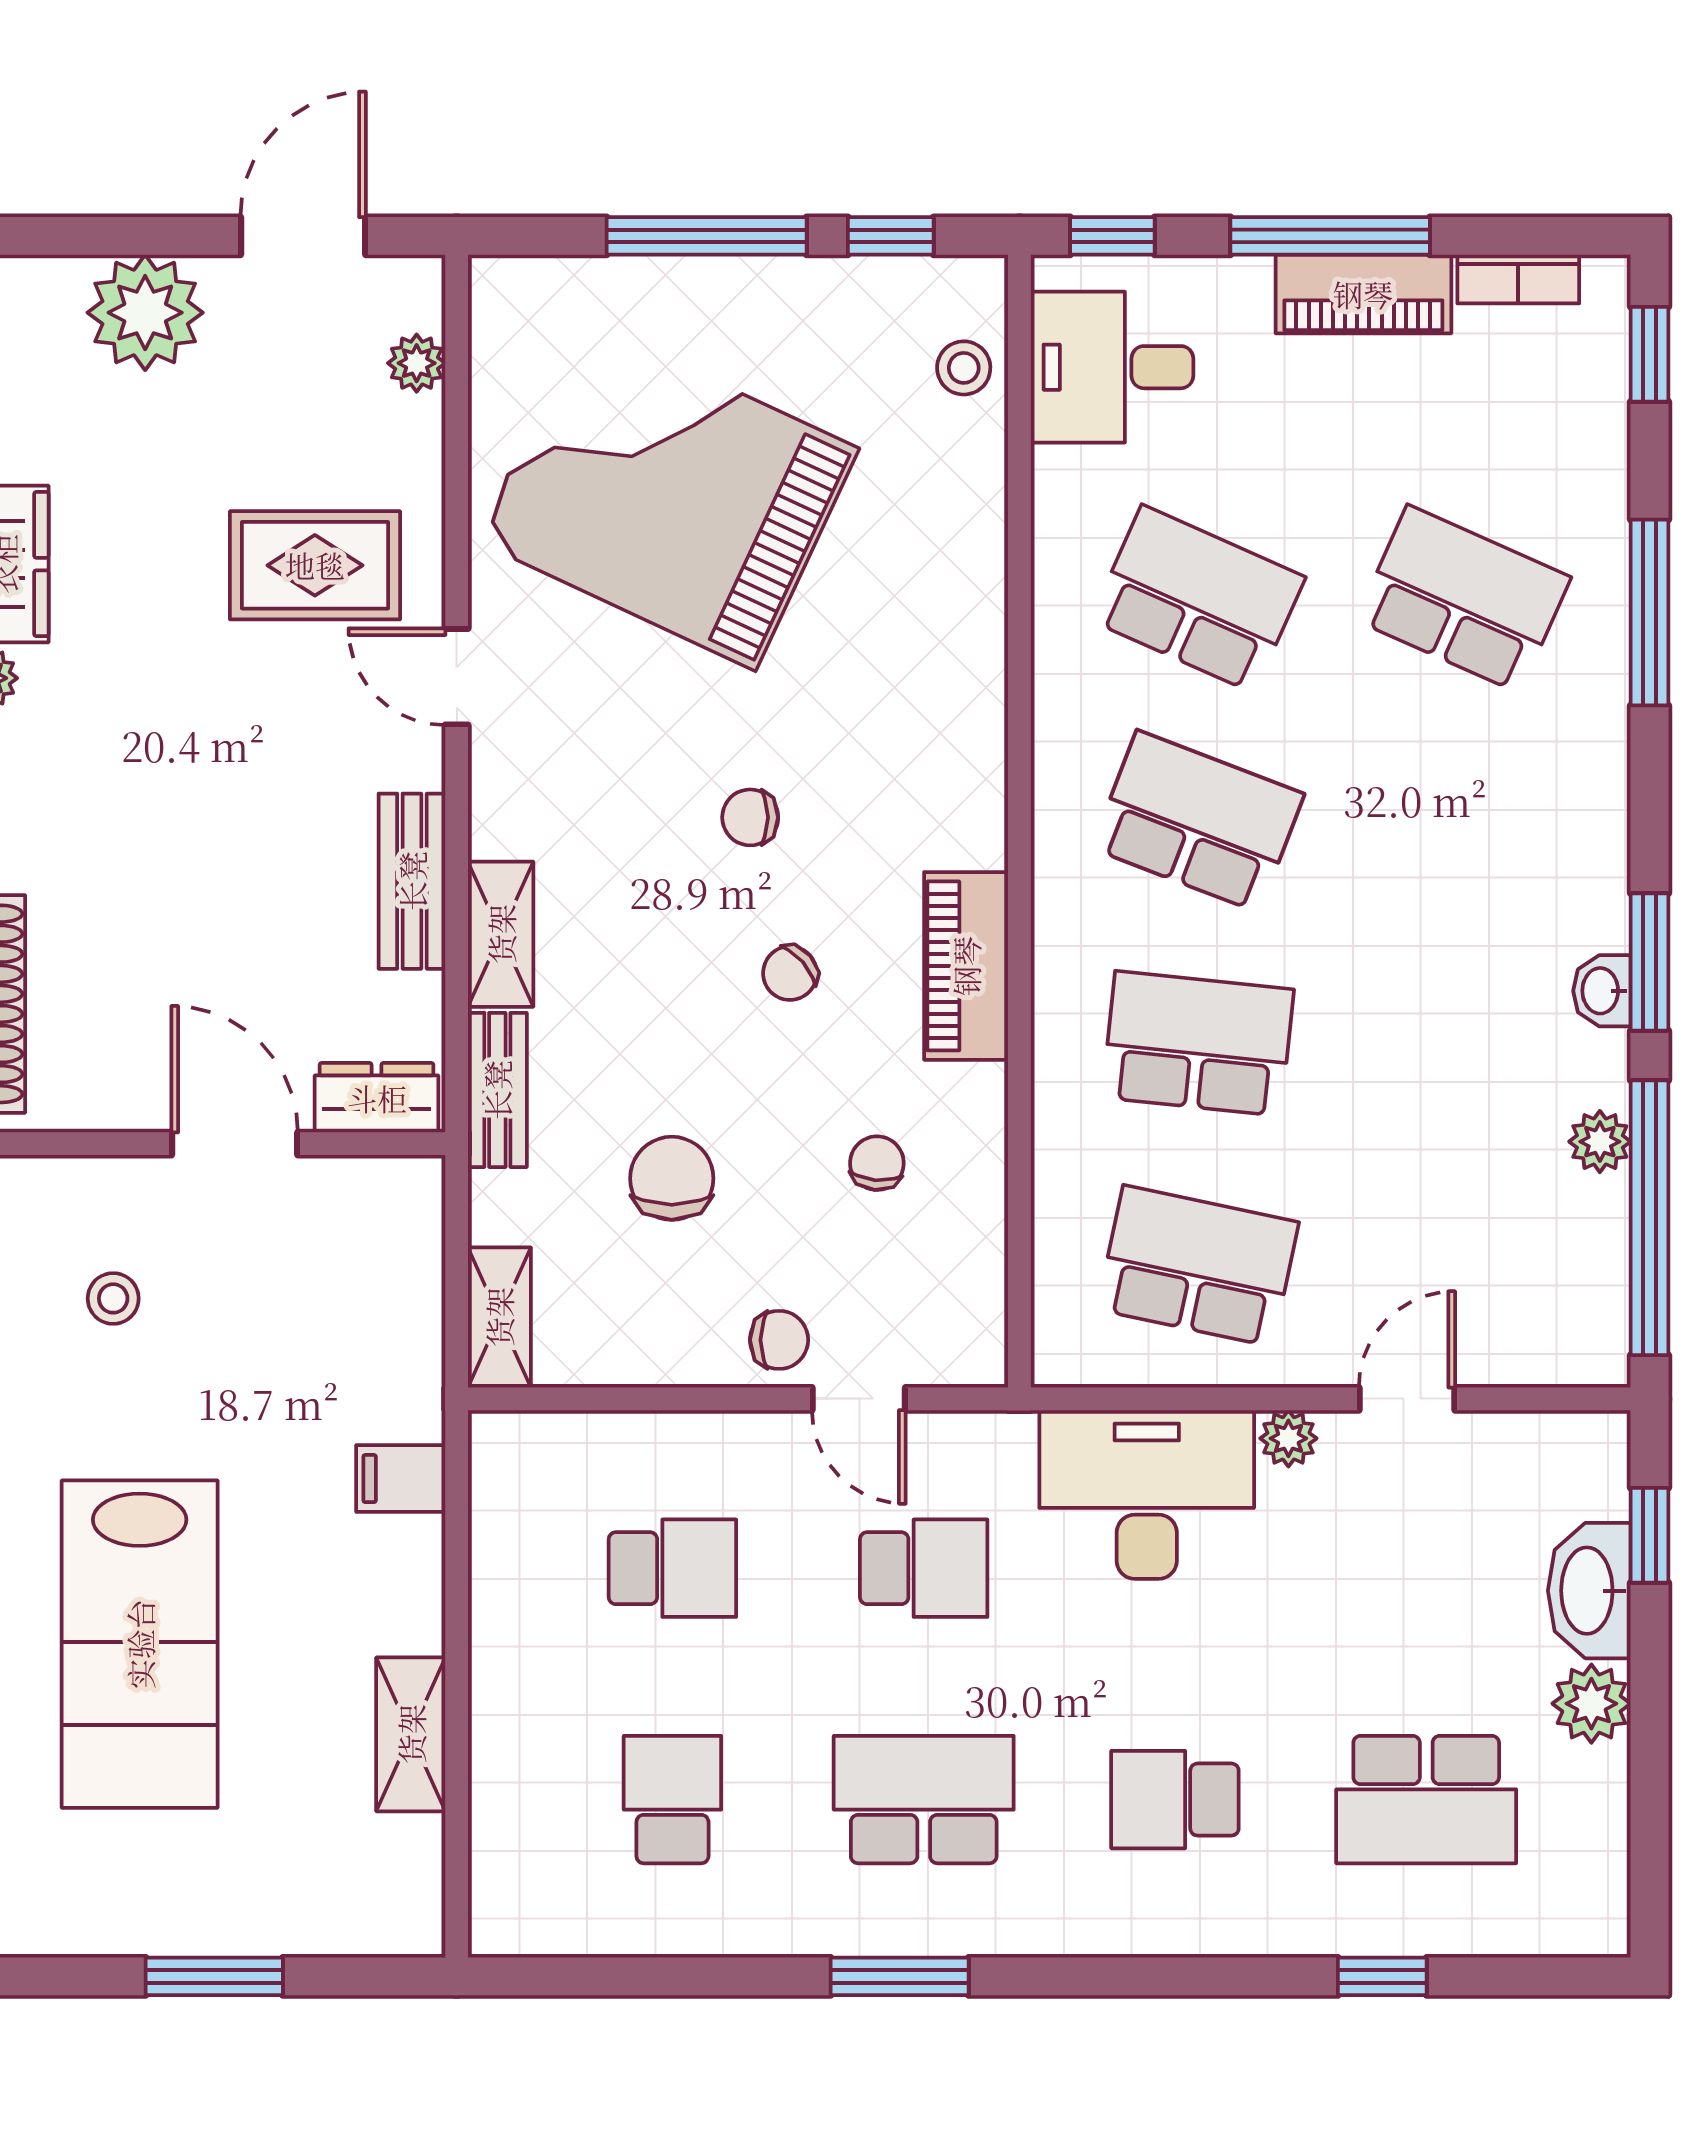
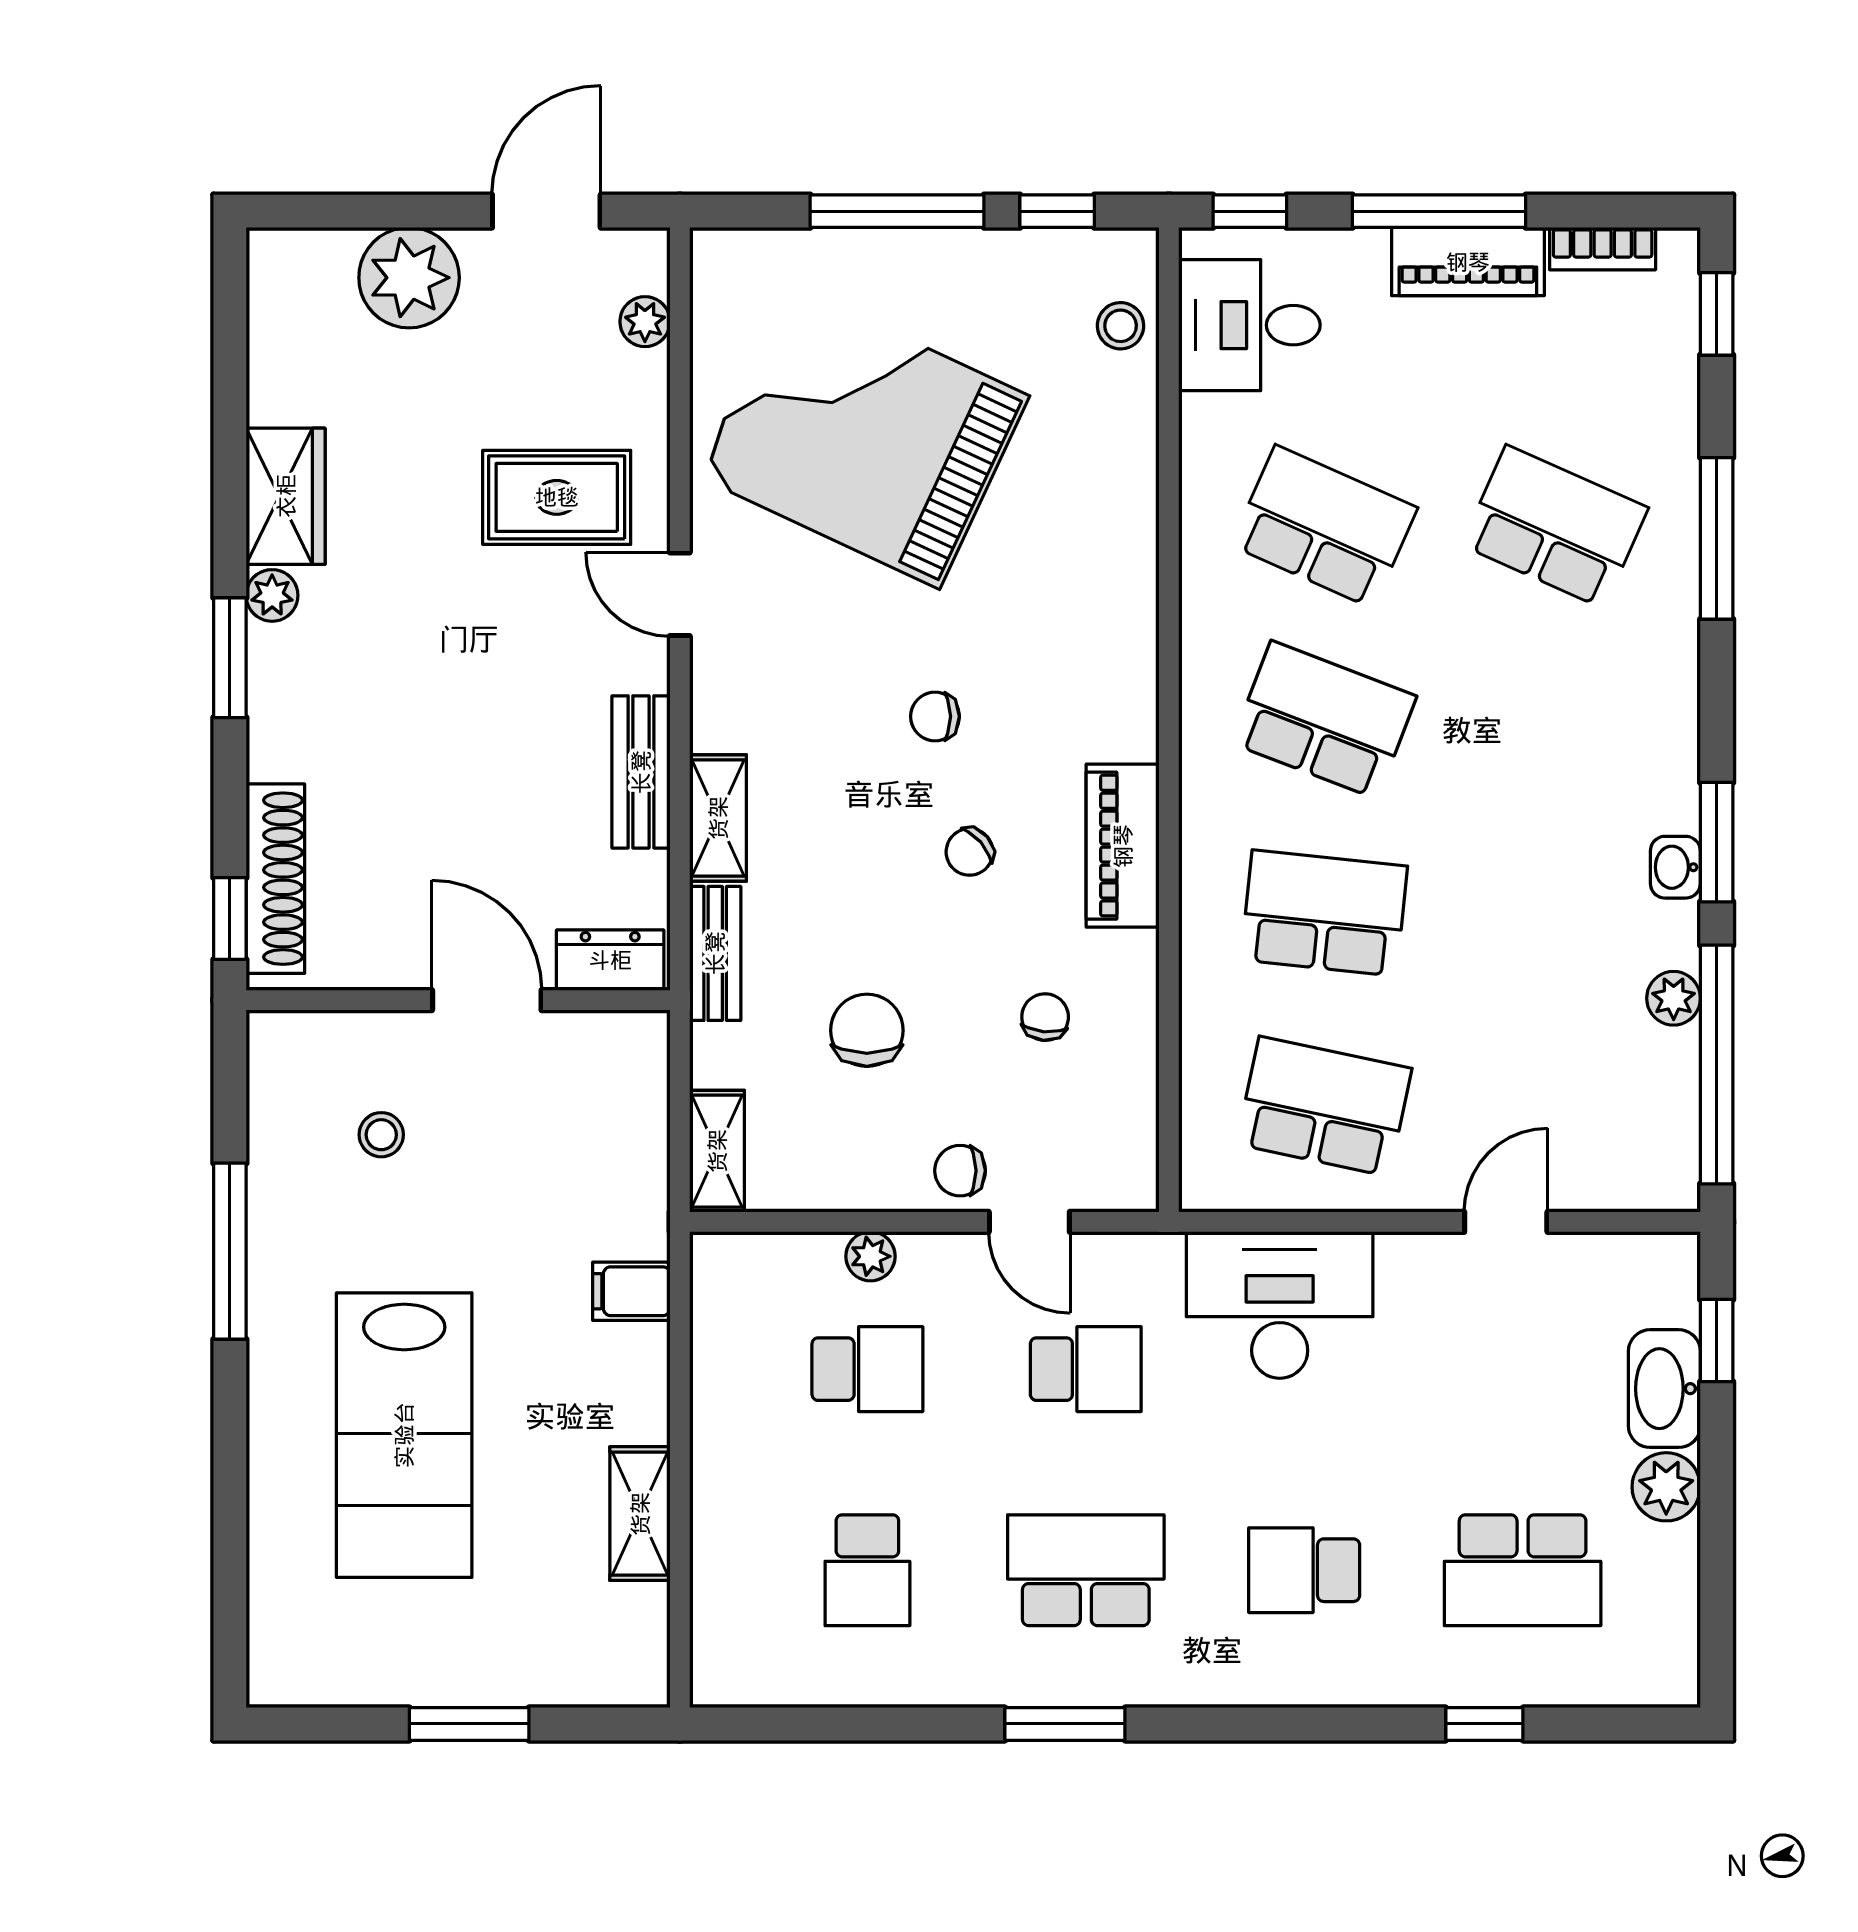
chair: (779, 1340) -> (960, 1171), turned 180
plant: (1288, 1438) -> (870, 1256), moved
school desk: (672, 1800) -> (867, 1570), turned 180

